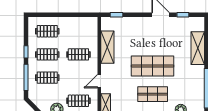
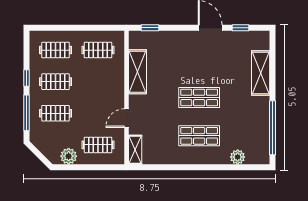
clothes rail: (78, 54) -> (98, 50), moved
shop shelf: (153, 66) -> (199, 97), width x0.70, depth x0.74

